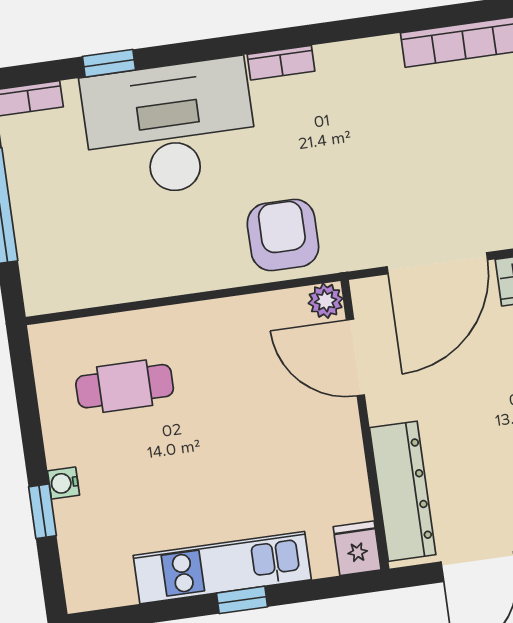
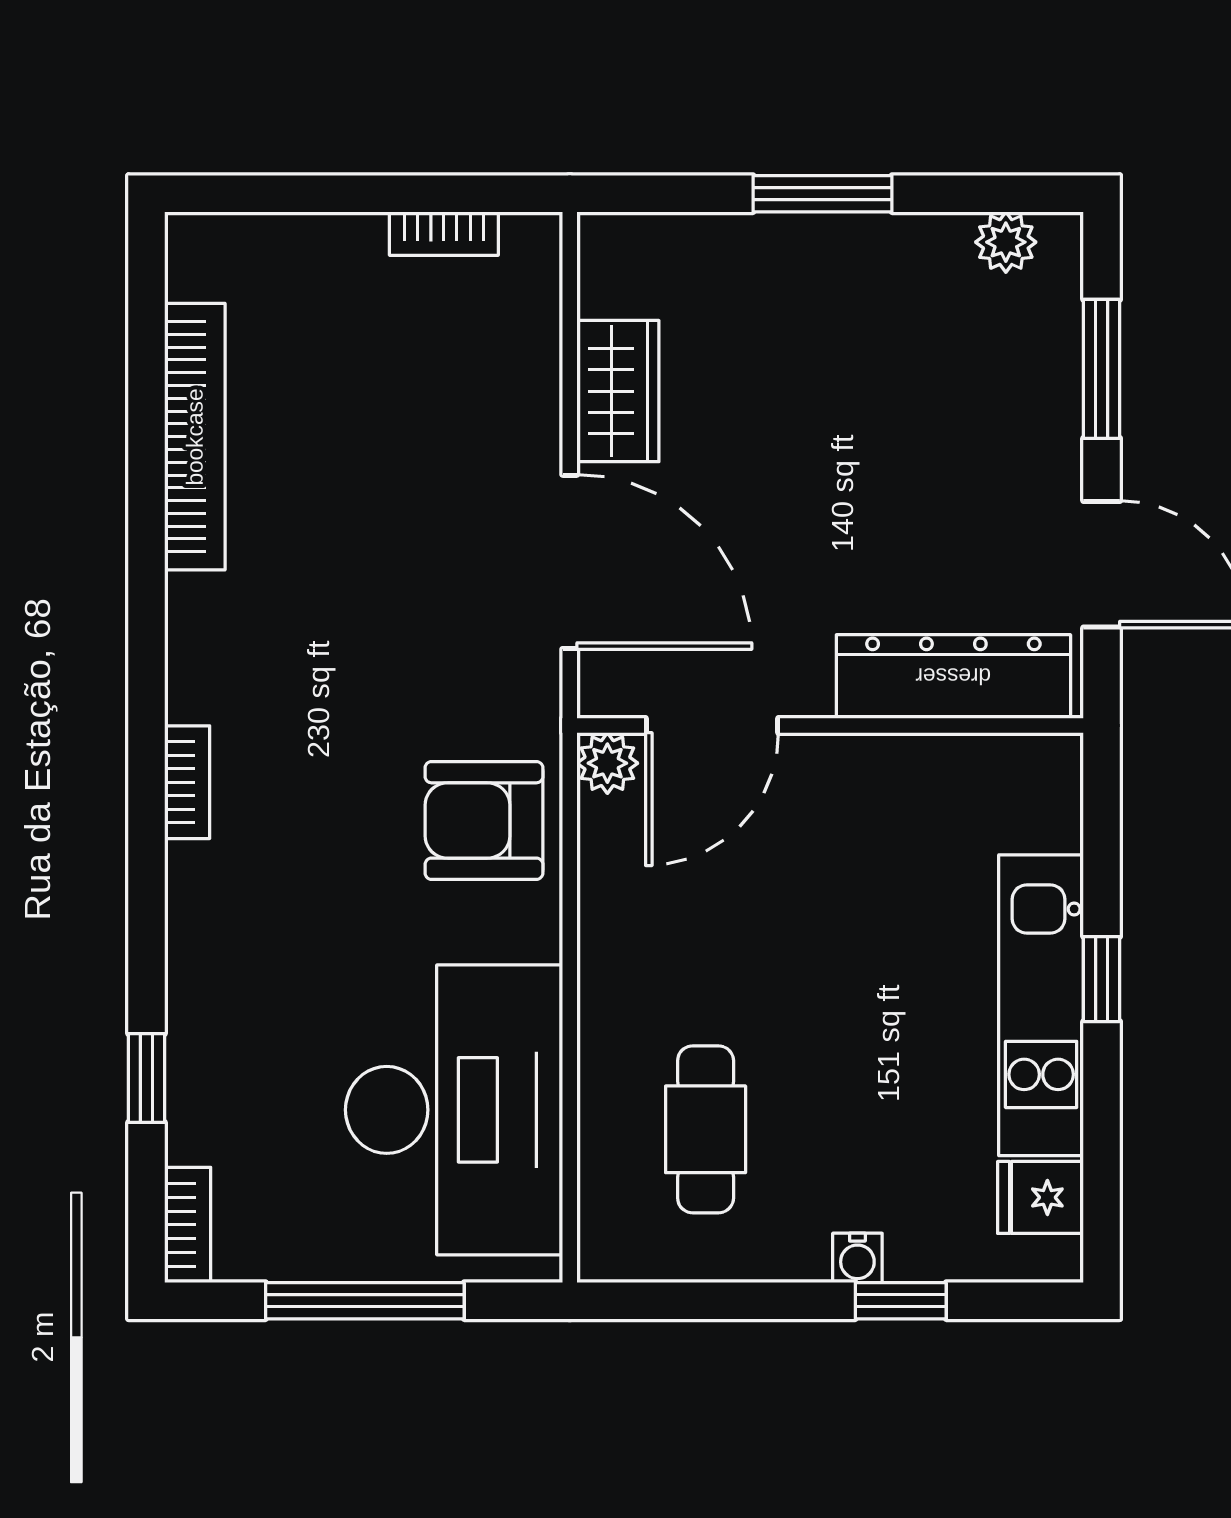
desk: (170, 128) -> (454, 1110), moved, turned 180
fridge: (357, 548) -> (1041, 1197), moved

